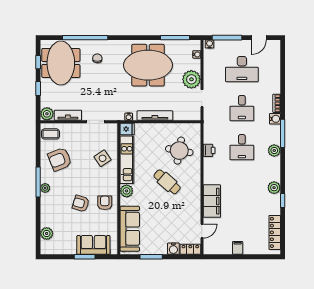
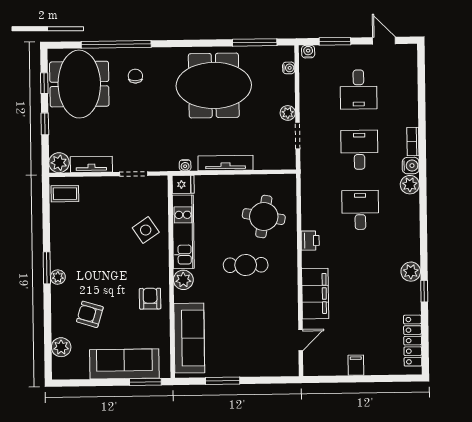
window: (227, 38) -> (335, 41), width x0.69
door: (259, 38) -> (384, 41), swing flipped
desk: (242, 69) -> (359, 90), width x0.73
plant: (191, 79) -> (288, 113), width x0.53, depth x0.53
desk: (242, 108) -> (359, 150), turned 180
window: (283, 133) -> (423, 188), removed
desk: (242, 147) -> (360, 210), turned 180
printer: (209, 150) -> (310, 241), moved
plant: (274, 150) -> (410, 185), moved
armchair: (60, 159) -> (80, 232), removed
window: (38, 182) -> (47, 268), width x0.69
cafe table: (167, 182) -> (246, 265), turned -41
armchair: (81, 203) -> (90, 314), moved
sofa: (93, 245) -> (124, 364), width x1.36
water cooler: (173, 249) -> (257, 368), removed
locker: (190, 249) -> (283, 368), removed
window: (85, 257) -> (145, 382), moved

